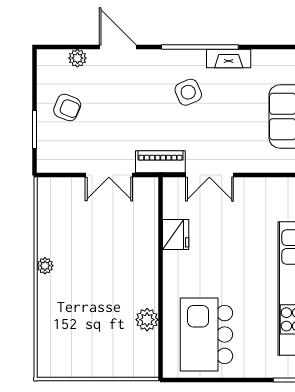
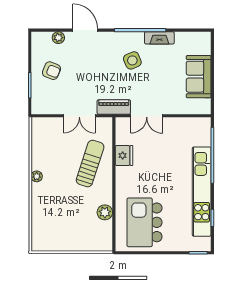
sun lounger: (125, 247) -> (90, 164), added

